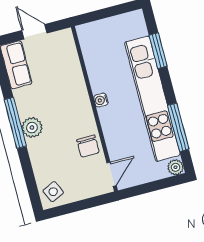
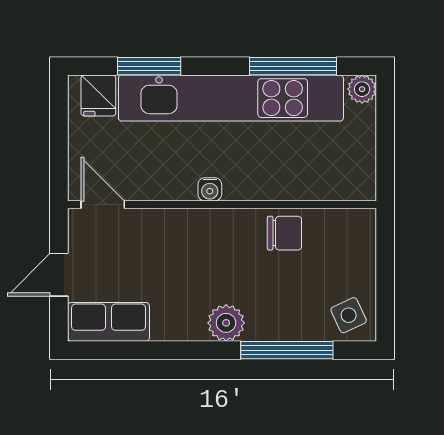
fridge: (135, 28) -> (98, 95), added
window: (15, 123) -> (287, 350), moved
door: (112, 174) -> (103, 205), moved

